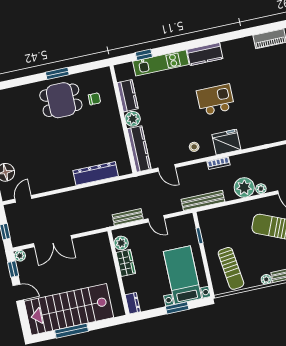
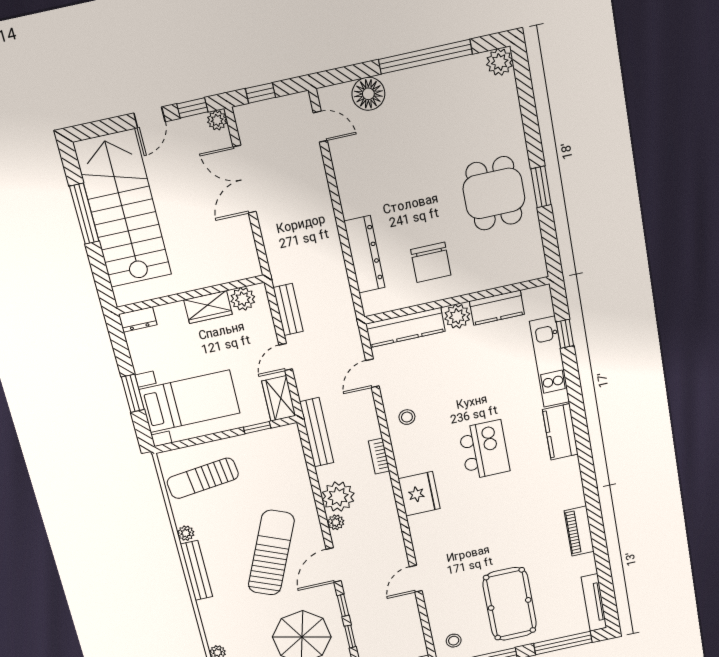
chair: (94, 99) -> (431, 262), moved, width x1.87, depth x1.87
fridge: (226, 142) -> (419, 494), moved
wardrobe: (182, 223) -> (279, 398), added

